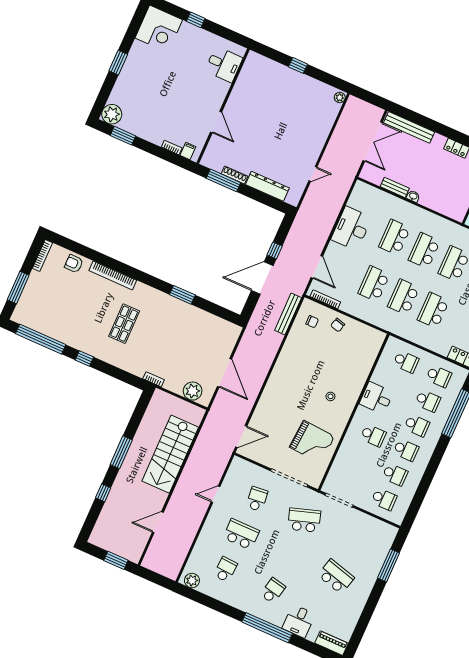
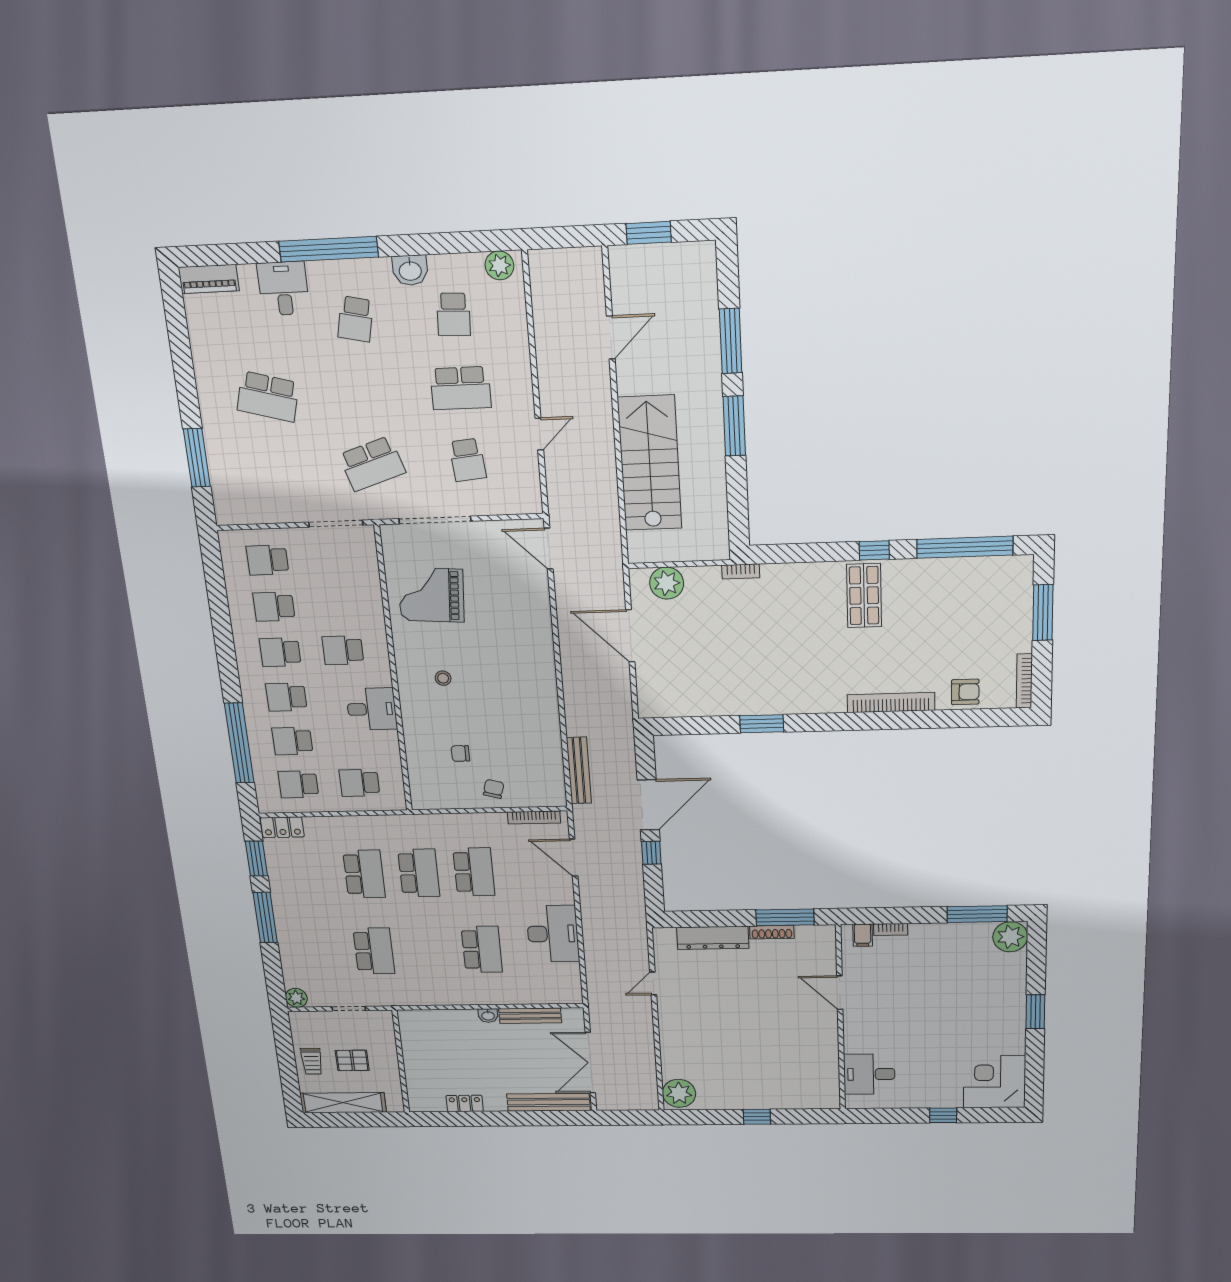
plant: (340, 98) -> (679, 1093), width x1.88, depth x1.88
window: (123, 136) -> (977, 914), width x1.44
bench: (395, 187) -> (530, 1016), width x1.36
school desk: (424, 250) -> (428, 950), removed
chair: (312, 322) -> (460, 753), moved
shop shelf: (124, 324) -> (864, 596), moved
door: (241, 437) -> (549, 549), hinge flipped
window: (103, 493) -> (731, 341), width x2.17
washbasin: (235, 599) -> (410, 270), added

